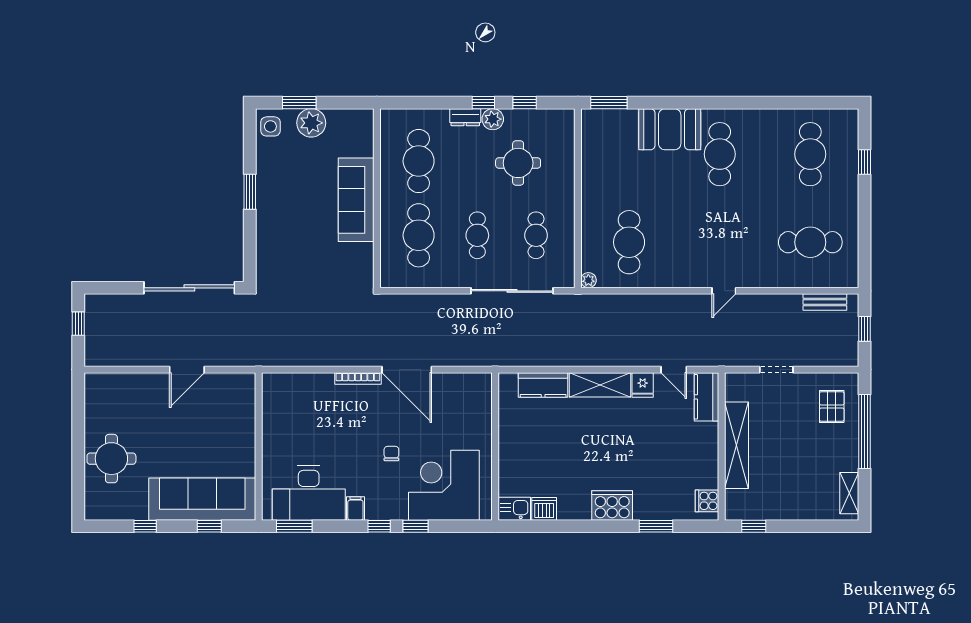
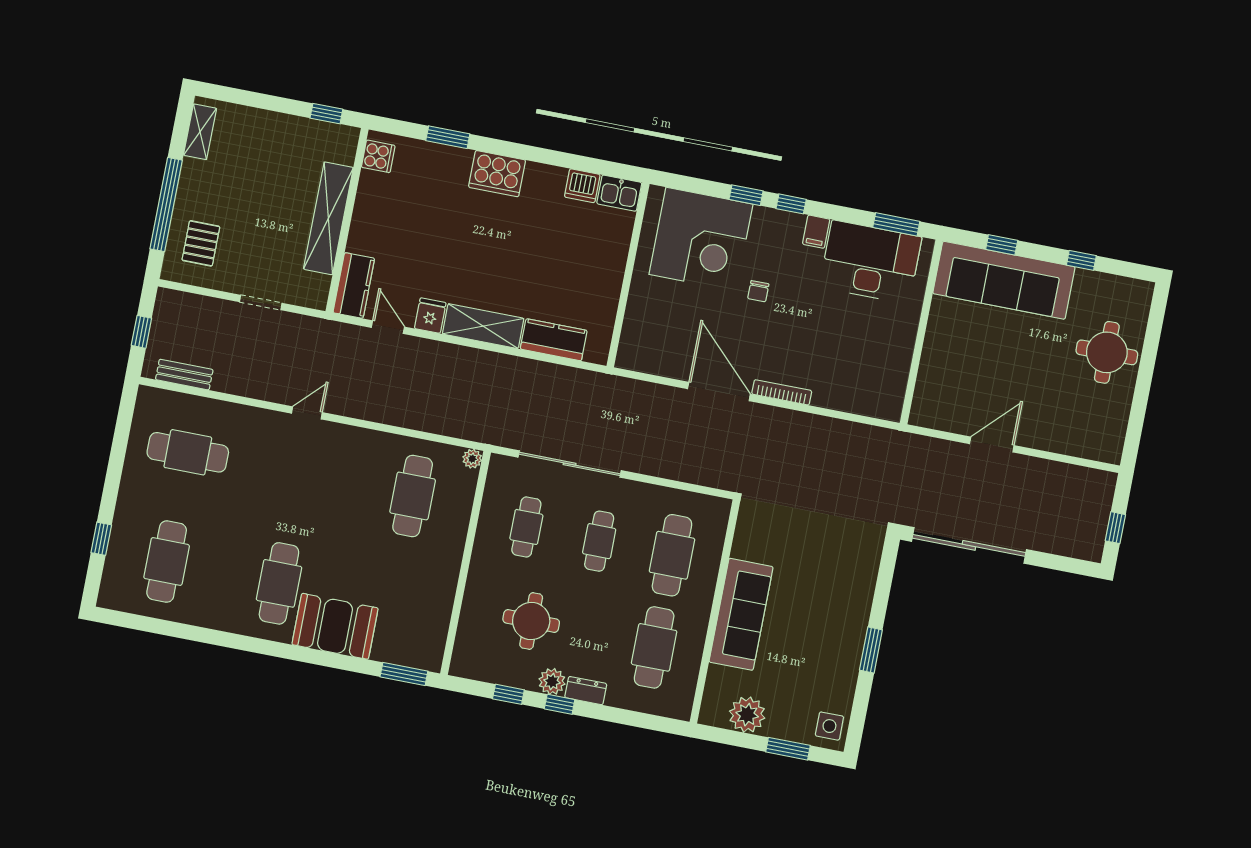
plant: (311, 123) -> (747, 715), moved

